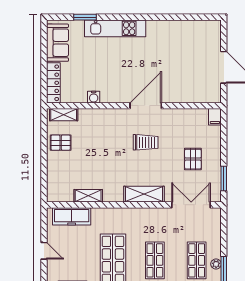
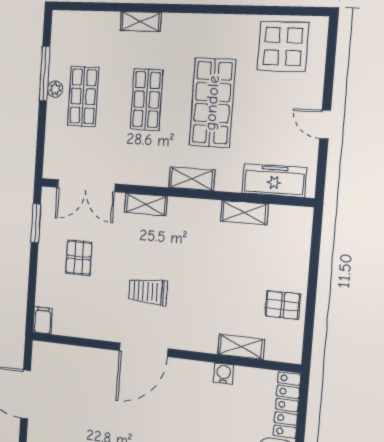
shelving: (64, 115) -> (241, 347), moved
shelving: (144, 194) -> (146, 204), width x0.67, depth x0.75
shelving: (122, 214) -> (192, 179), added

